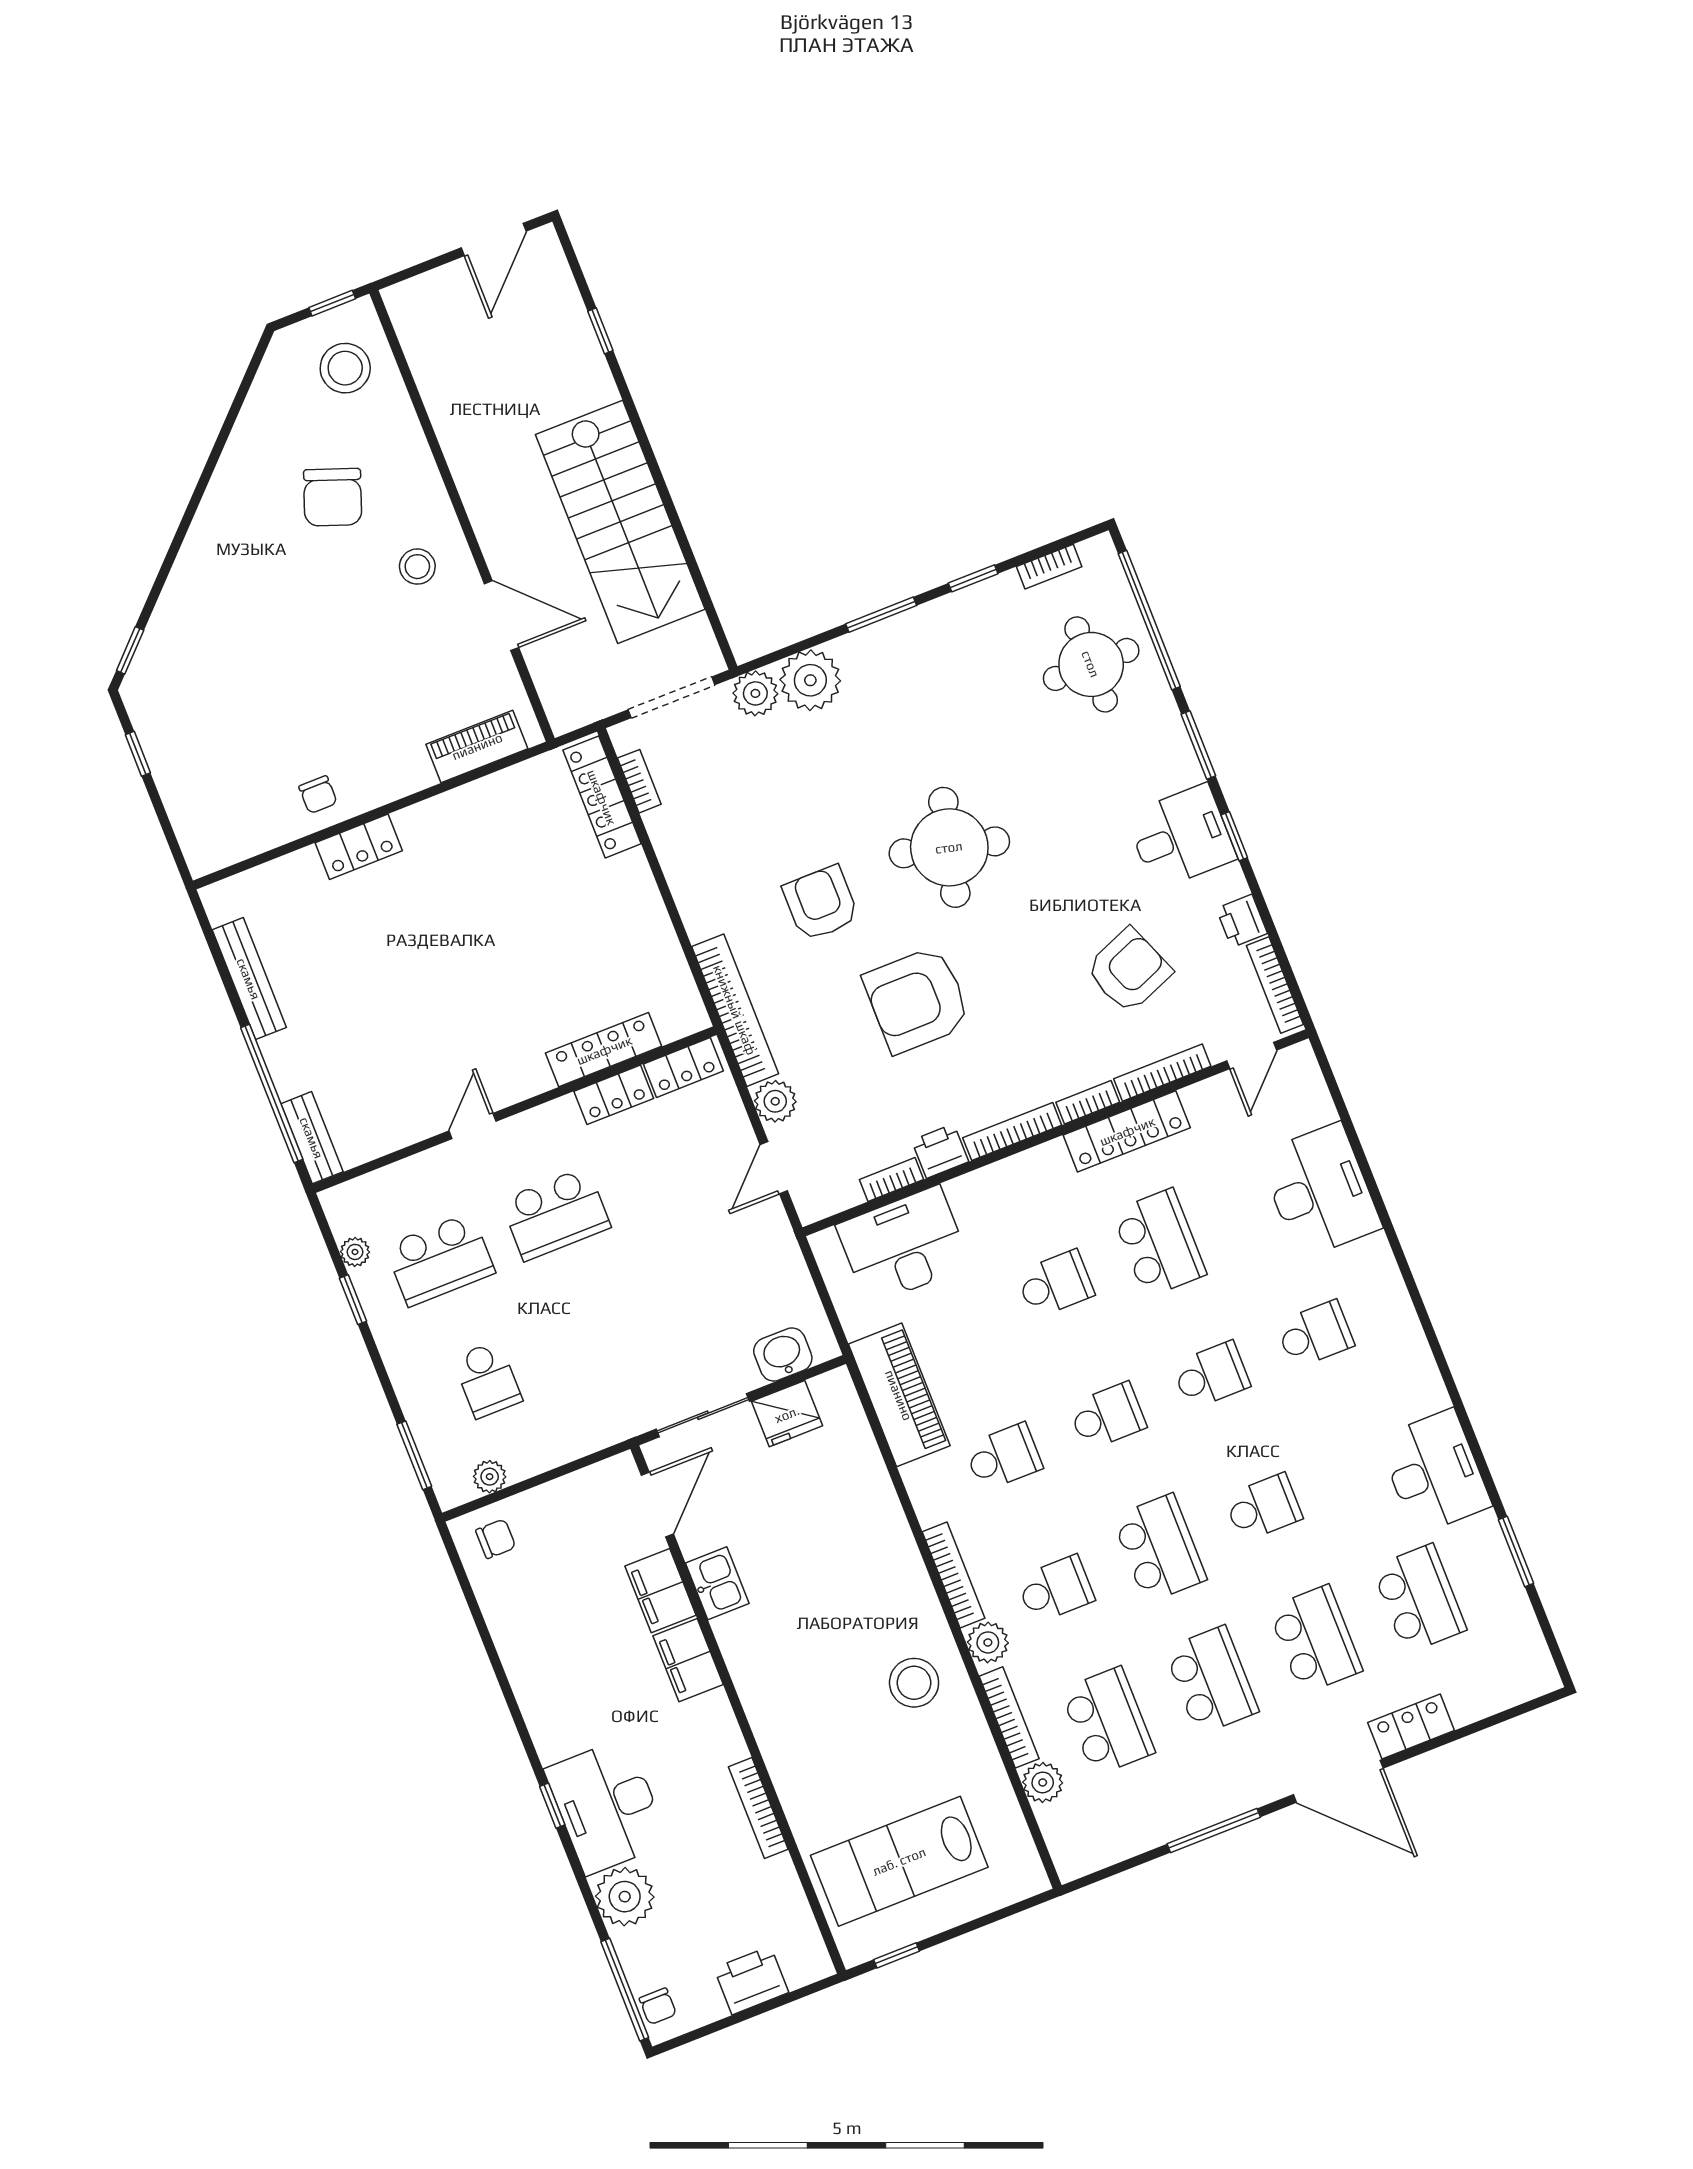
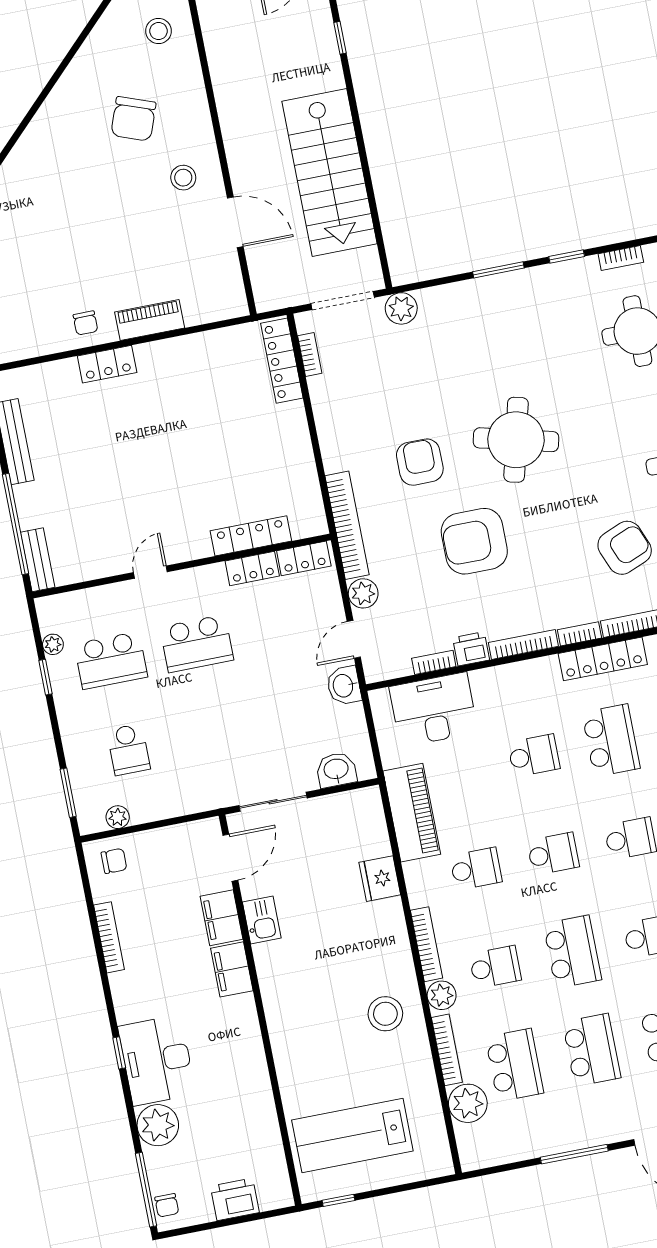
stool: (345, 368) -> (158, 31), width x0.73, depth x0.73
plant: (810, 680) -> (441, 306), removed
piano: (477, 746) -> (150, 320), moved
washbasin: (772, 1235) -> (344, 686), added
fridge: (787, 1414) -> (380, 879), moved, turned 90
plant: (1043, 1782) -> (468, 1103), width x1.36, depth x1.36
bookcase: (758, 1808) -> (109, 937), moved, turned 180

